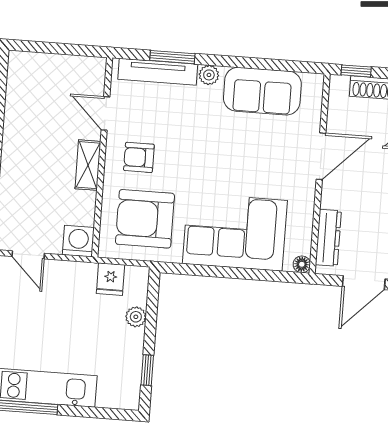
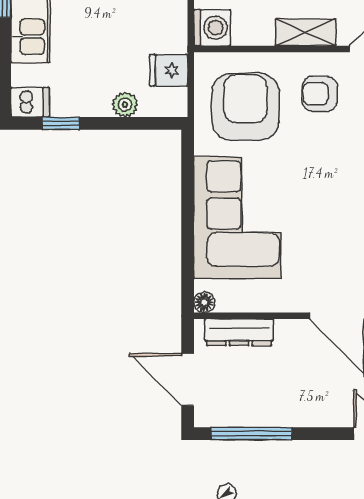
armchair: (139, 157) -> (320, 94), turned -89
dishwasher: (128, 394) -> (30, 102), added

